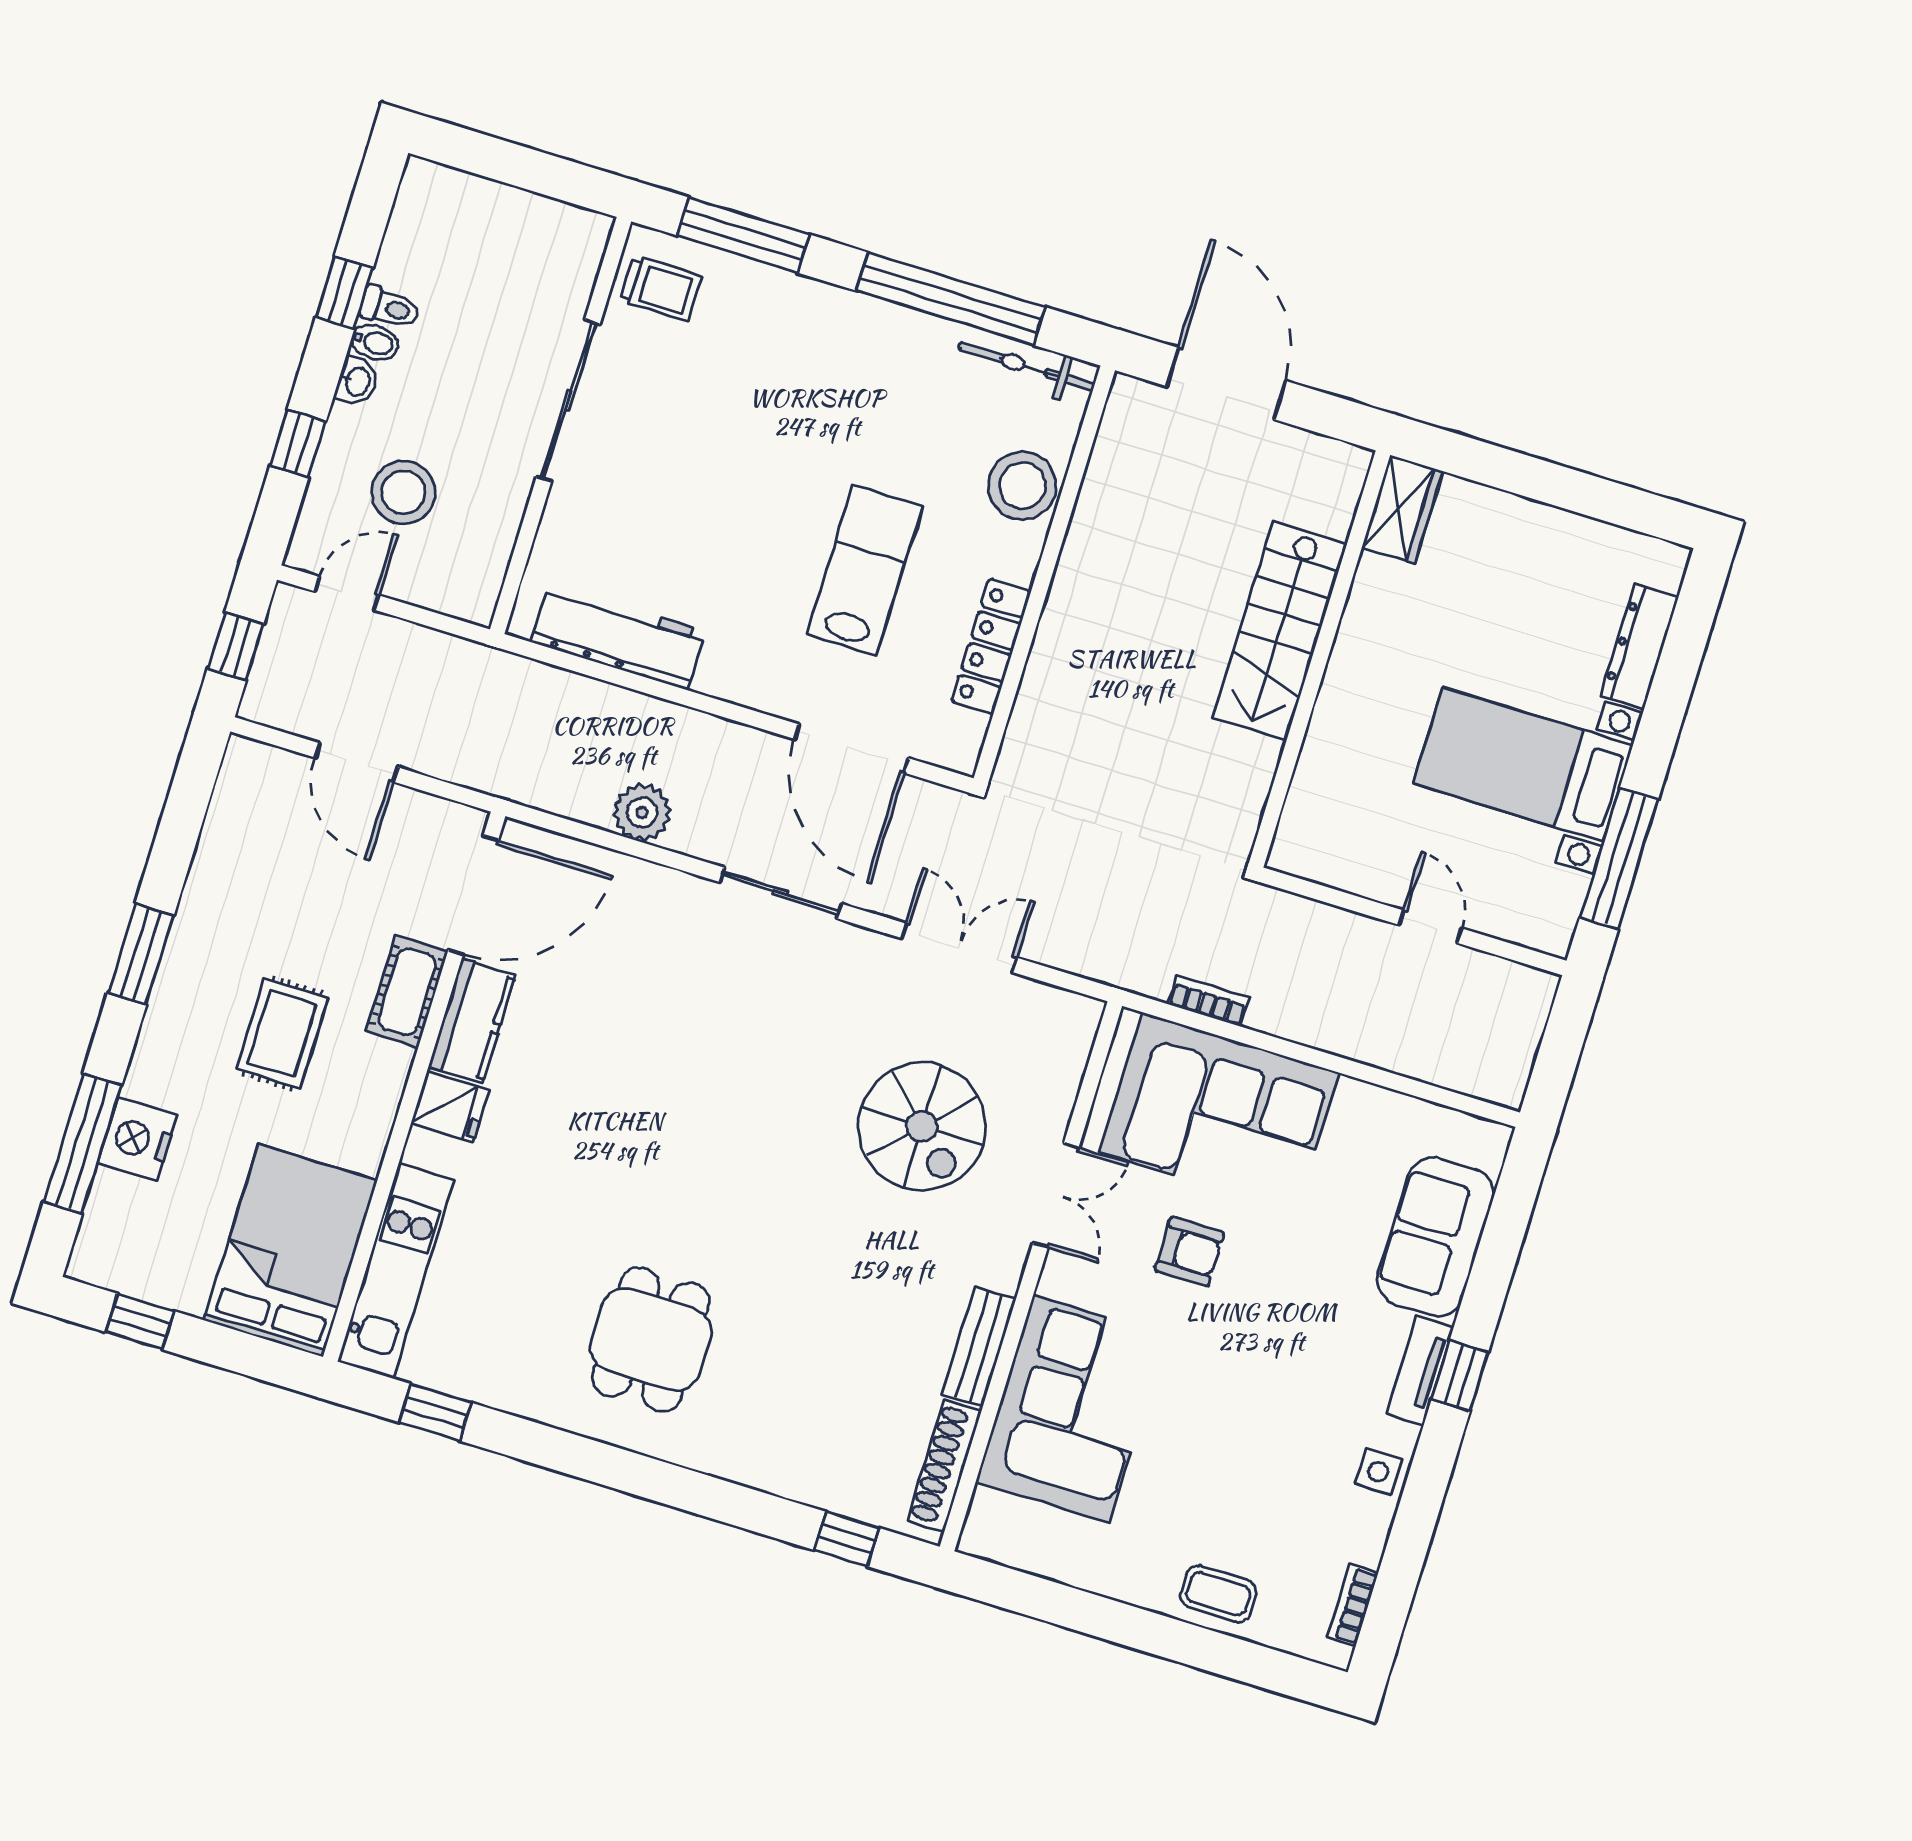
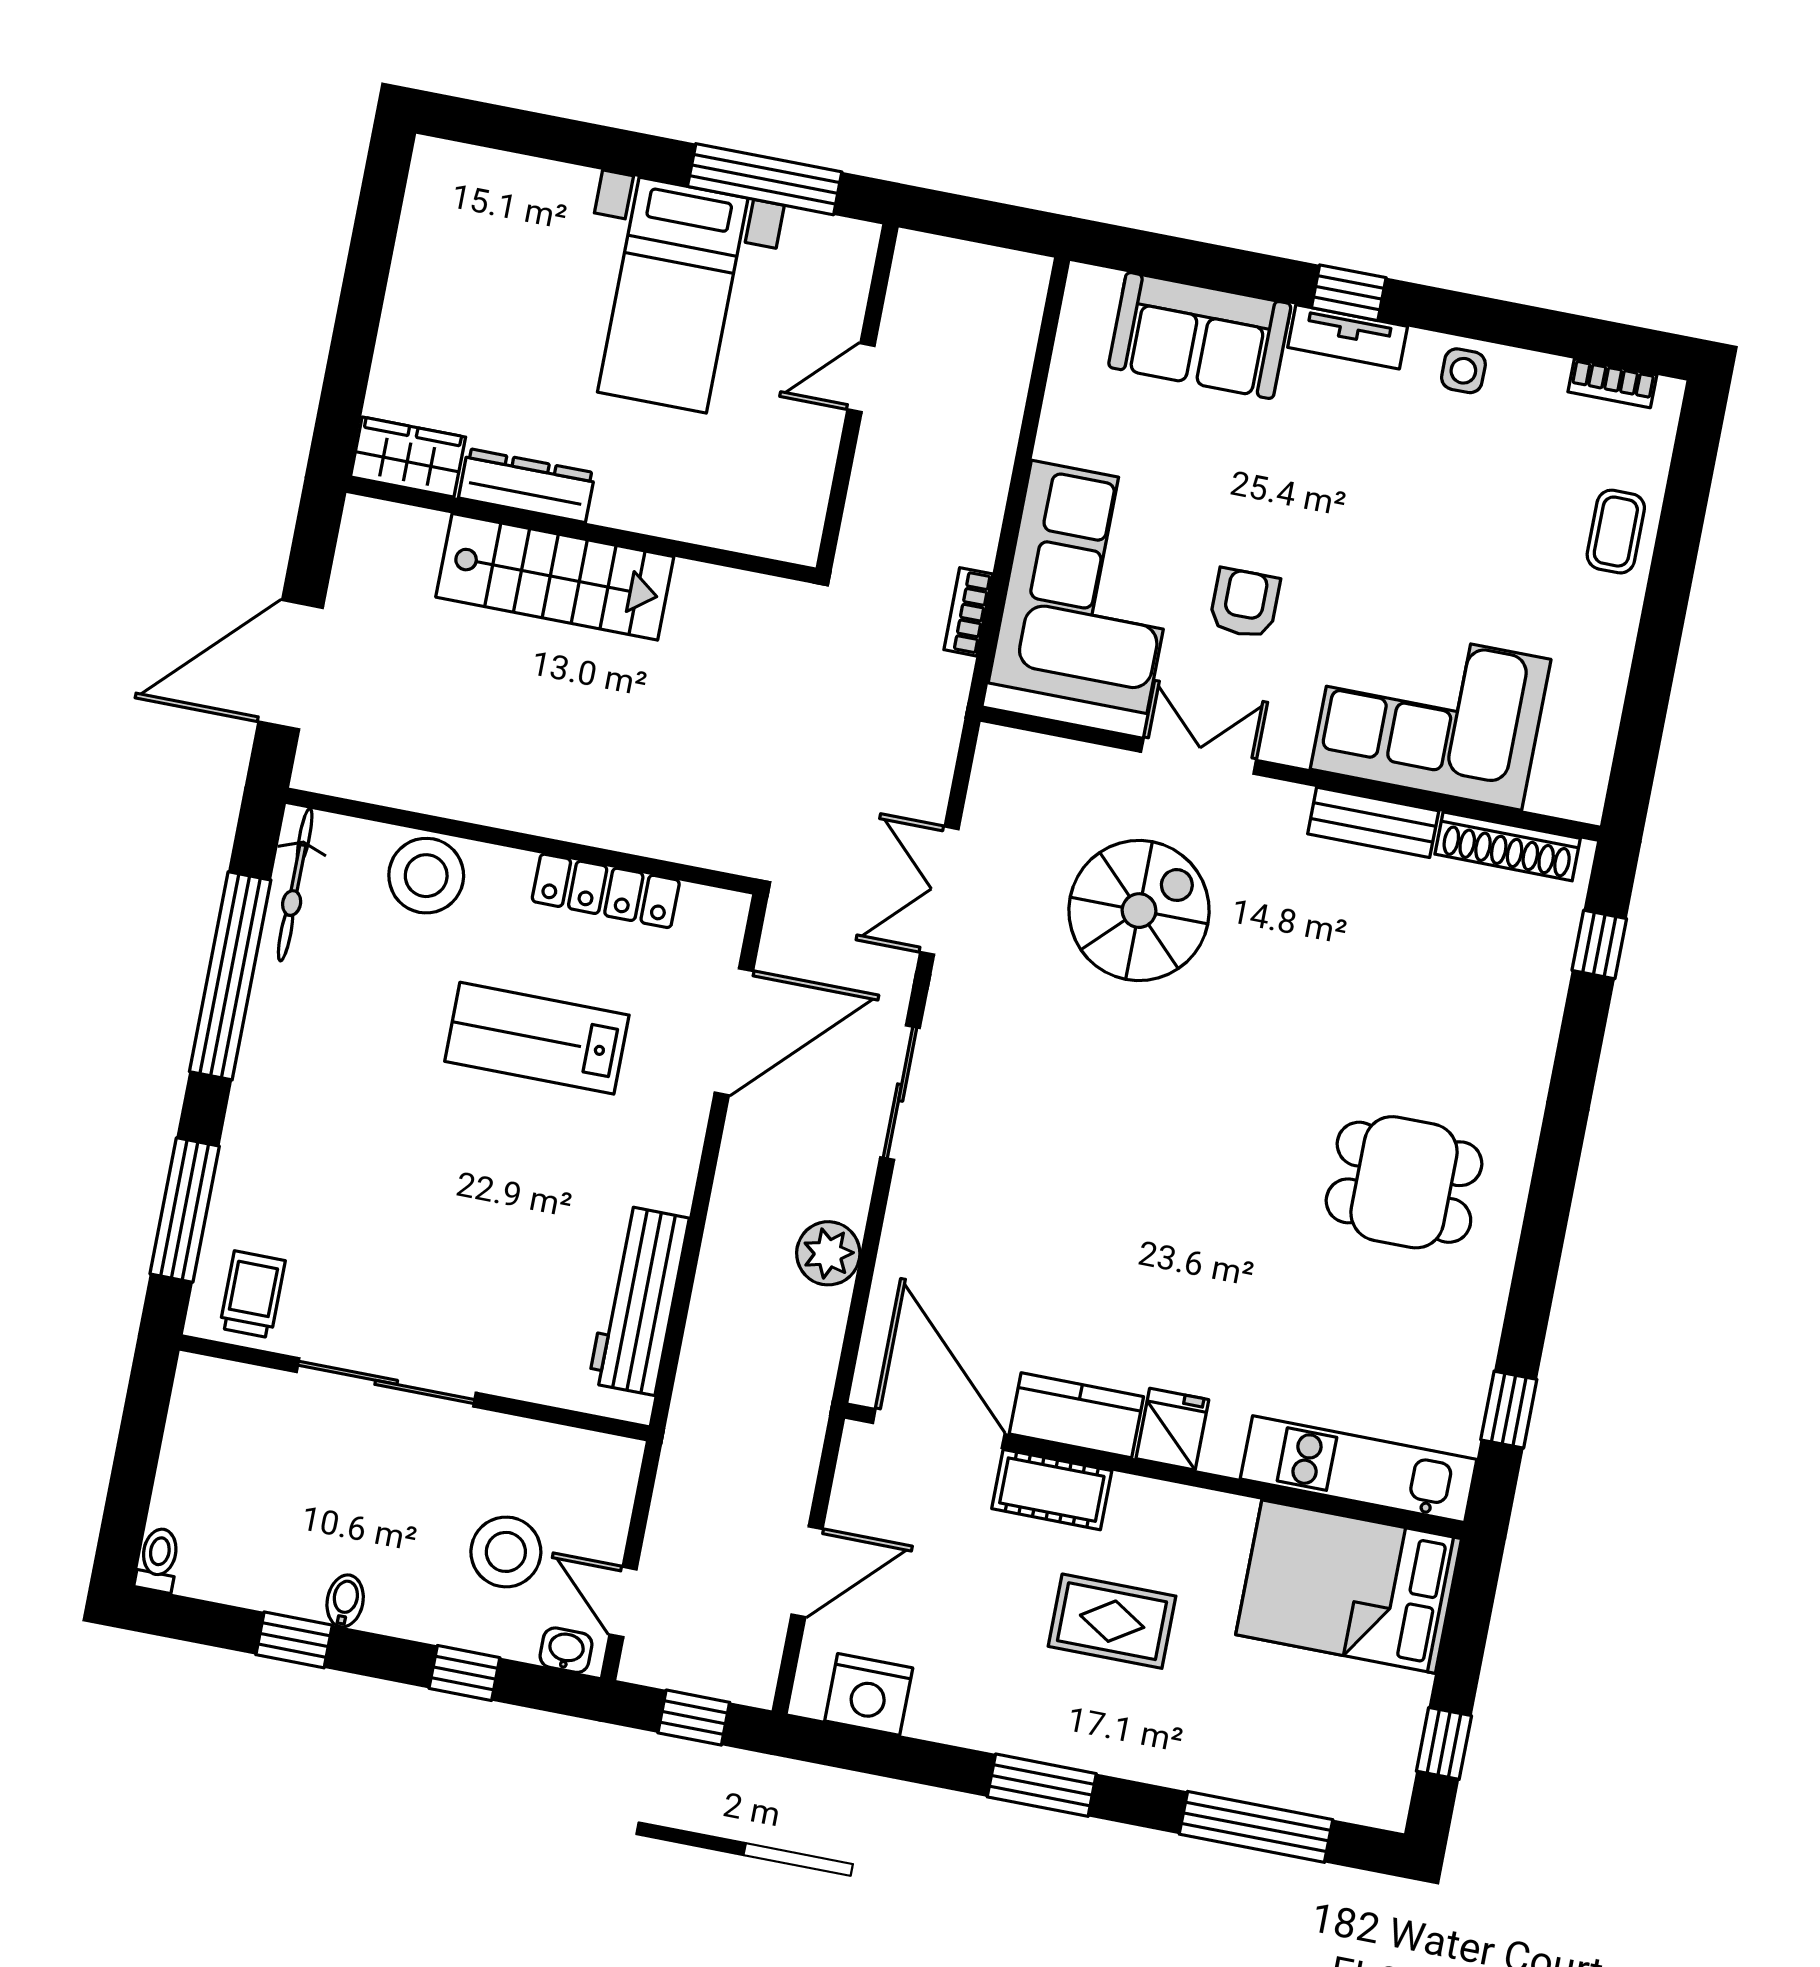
toilet: (390, 308) -> (158, 1560), moved
washbasin: (357, 381) -> (566, 1650), moved
dresser: (1639, 646) -> (527, 485), moved, turned 180
nightstand: (137, 1139) -> (869, 1694), moved

